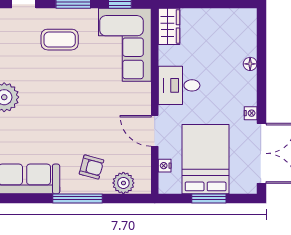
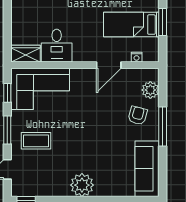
coffee table: (60, 40) -> (36, 141), turned 90
desk: (179, 85) -> (57, 46), moved
bed: (206, 159) -> (131, 25), width x0.67

